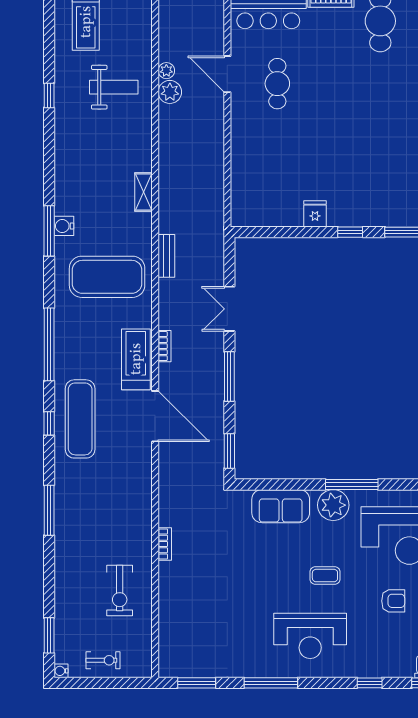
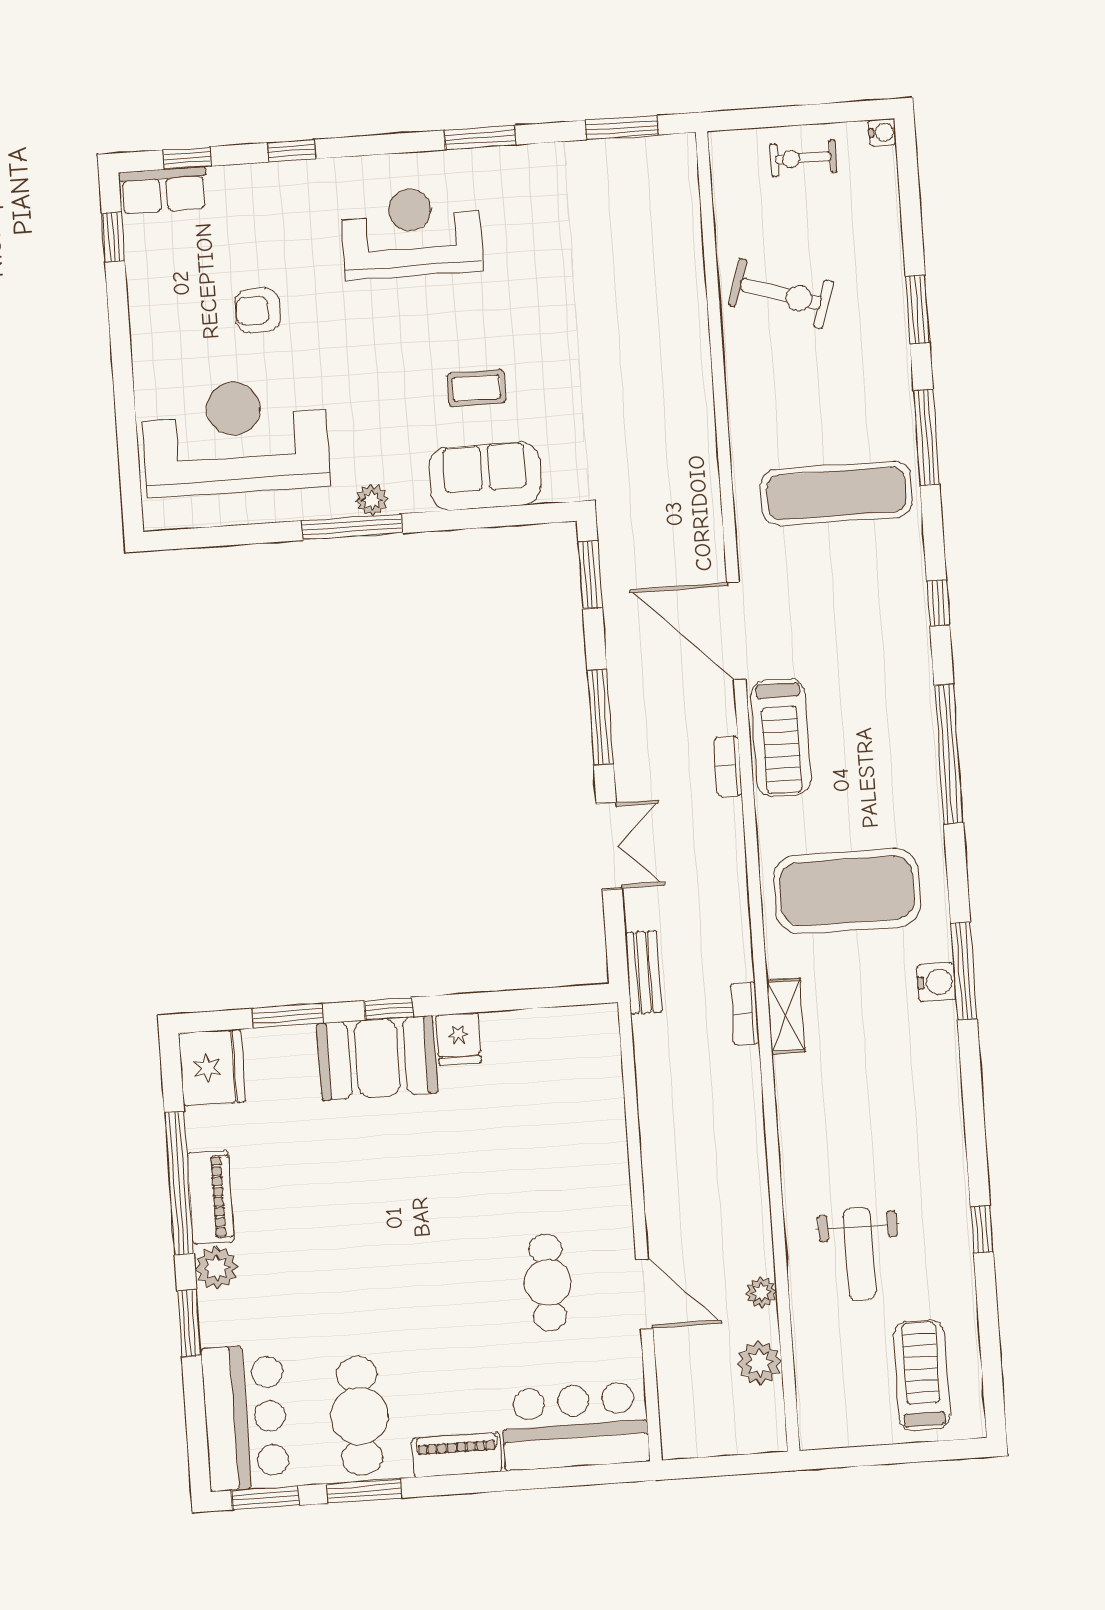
weight bench: (114, 87) -> (860, 1254), turned -90
plant: (170, 92) -> (760, 1363), moved
shelving: (143, 192) -> (786, 1016), moved
booth: (358, 207) -> (377, 1058), added
bench: (166, 256) -> (643, 972), moved
exercise mat: (80, 419) -> (836, 493), moved, turned 90
plant: (333, 505) -> (372, 500), width x0.53, depth x0.53
bookcase: (165, 544) -> (745, 1014), moved
coffee table: (325, 576) -> (476, 388), moved
exercise bike: (120, 591) -> (781, 294), turned 108
window: (49, 635) -> (918, 309), moved
window: (271, 683) -> (480, 138), width x0.69

